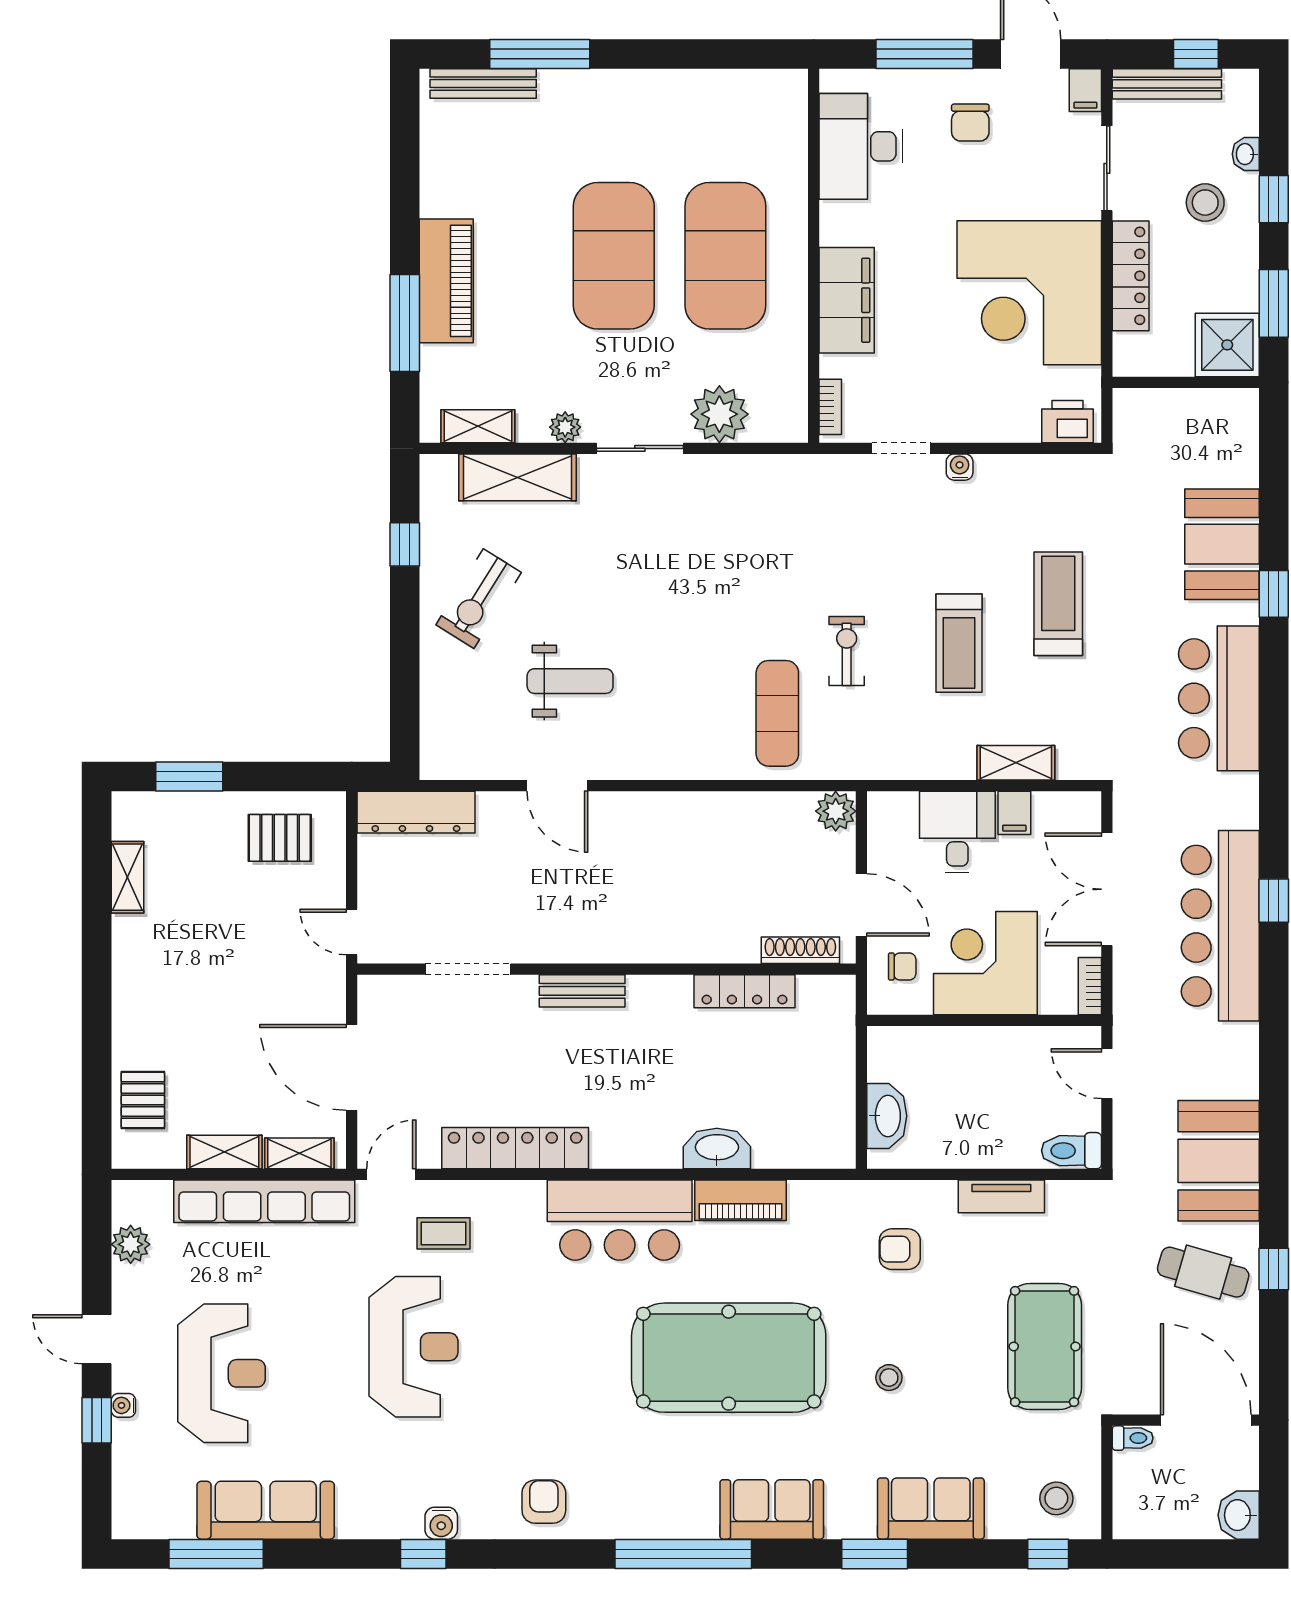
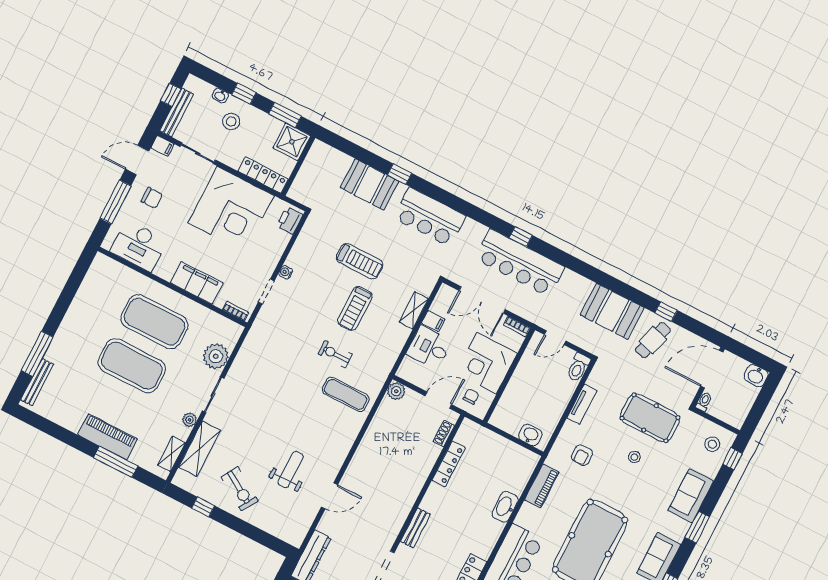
locker: (1131, 276) -> (263, 175), moved
treadmill: (1058, 604) -> (360, 261), turned 180
treadmill: (959, 643) -> (355, 308), turned 90
shoe rack: (800, 950) -> (444, 434), width x0.70
washbasin: (887, 1116) -> (530, 435), width x0.72
piano: (741, 1200) -> (542, 486), moved
stool: (889, 1378) -> (634, 457), moved

